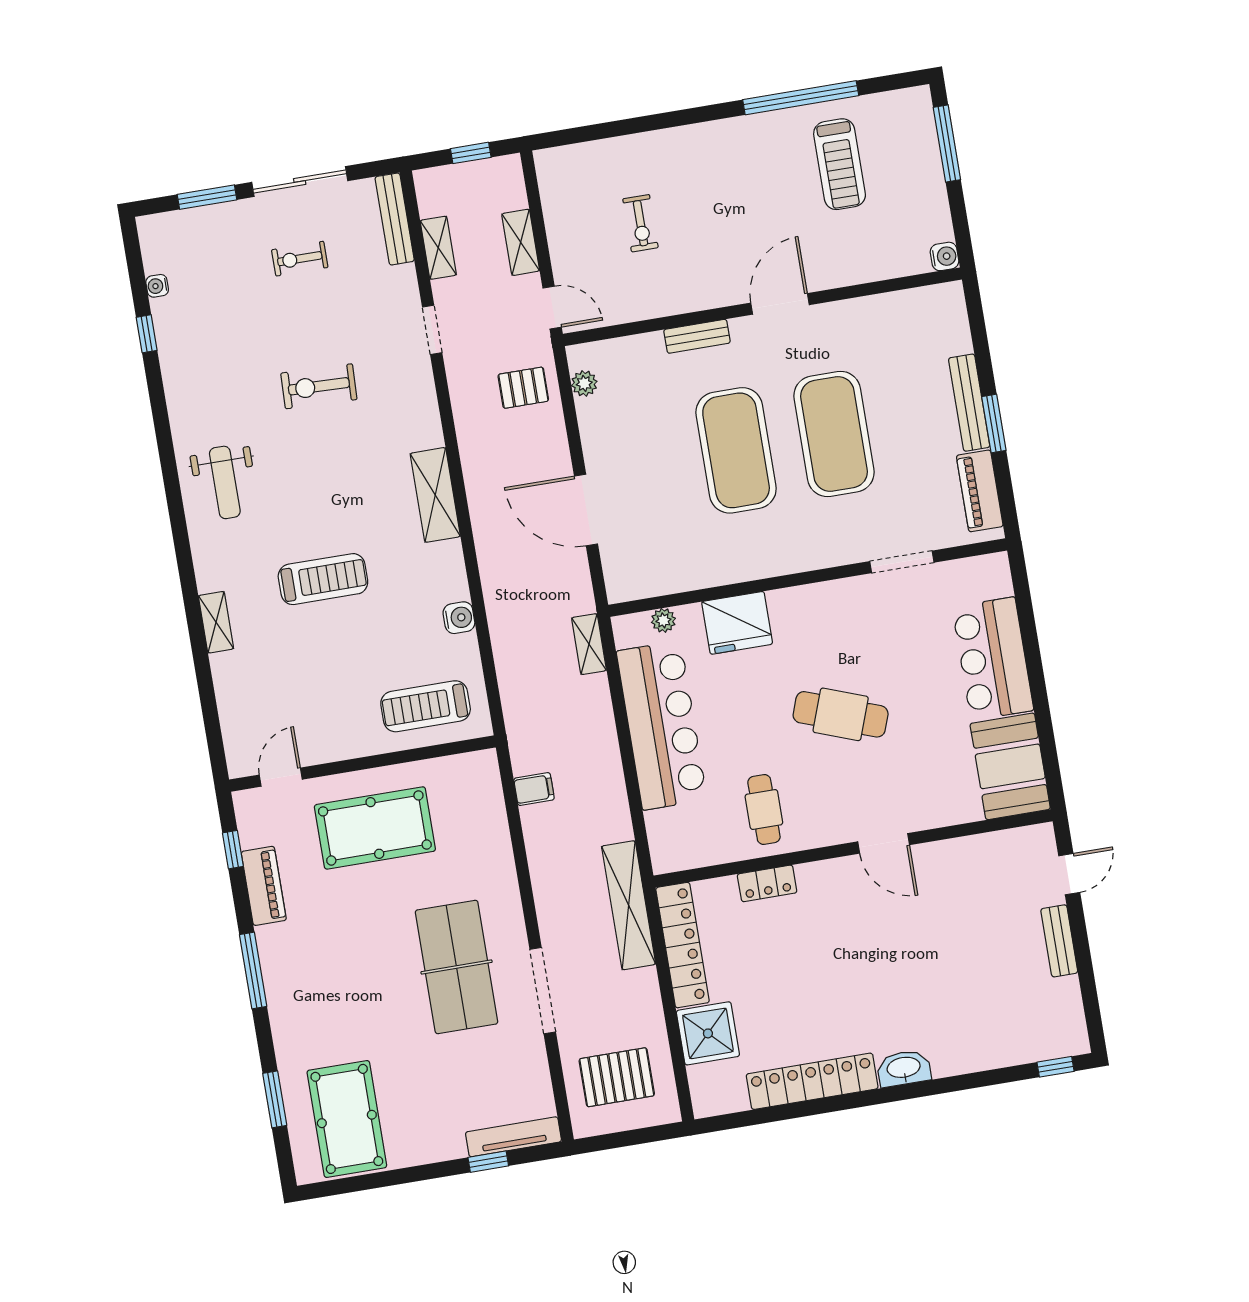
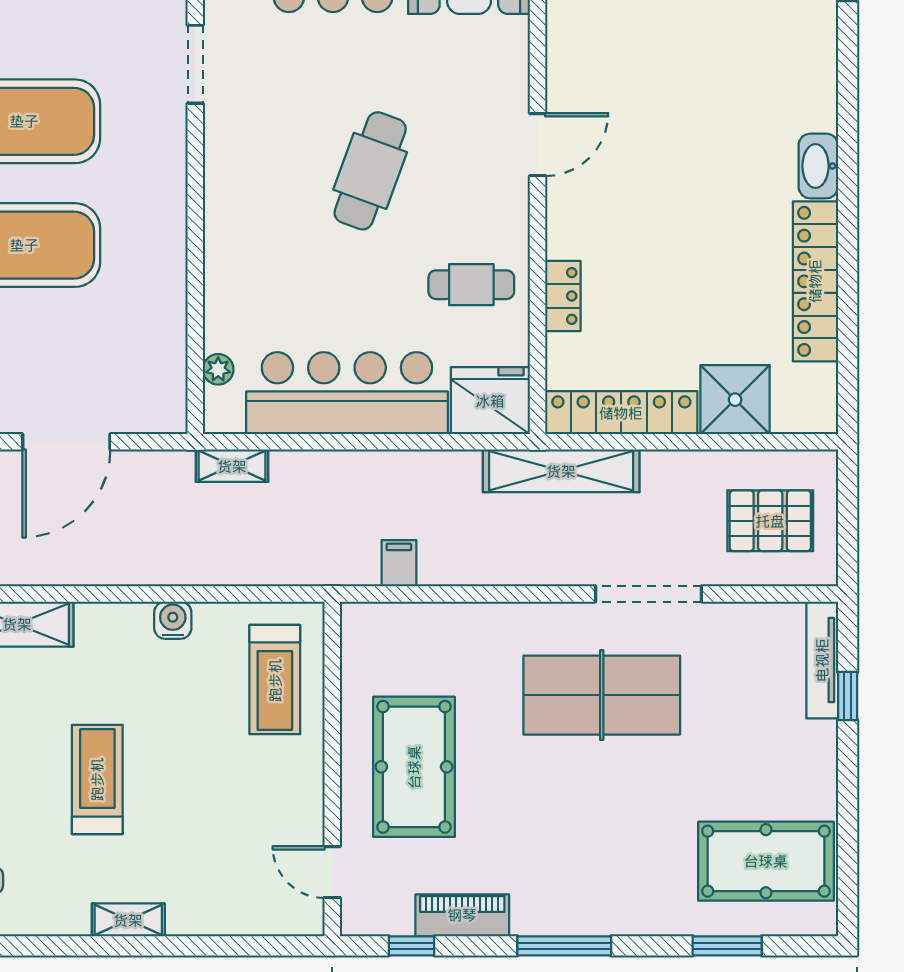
fridge: (737, 623) -> (490, 401), moved, turned -90
pallet: (617, 1077) -> (770, 521), turned 90

